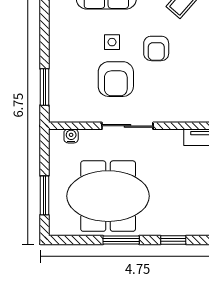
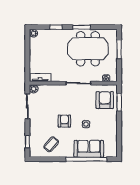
armchair: (116, 79) -> (105, 100), moved

